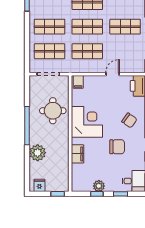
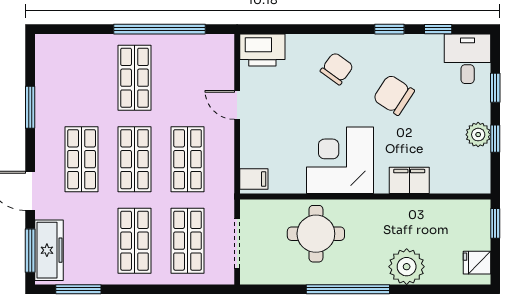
chair: (117, 147) -> (394, 95), turned -57

